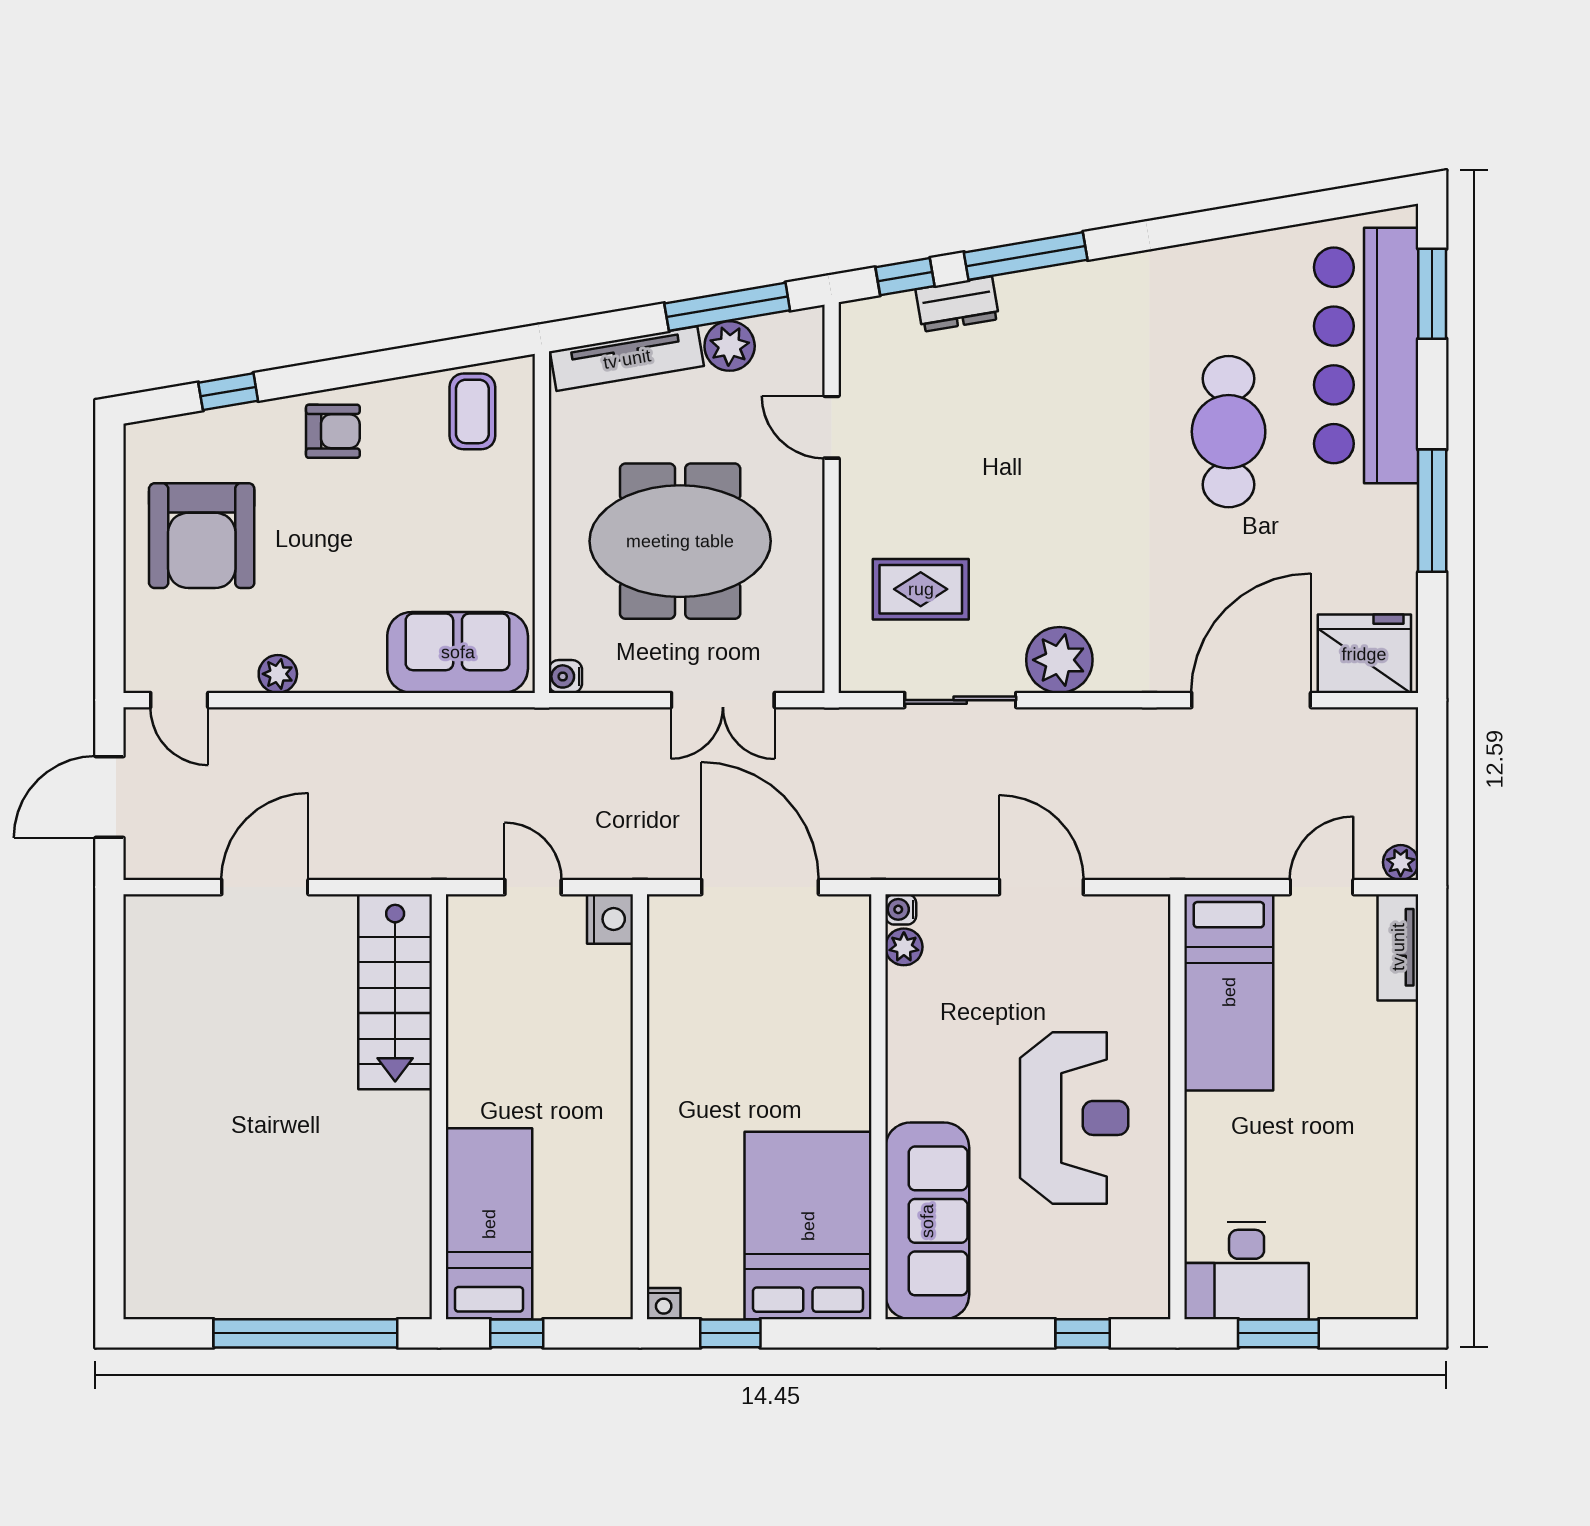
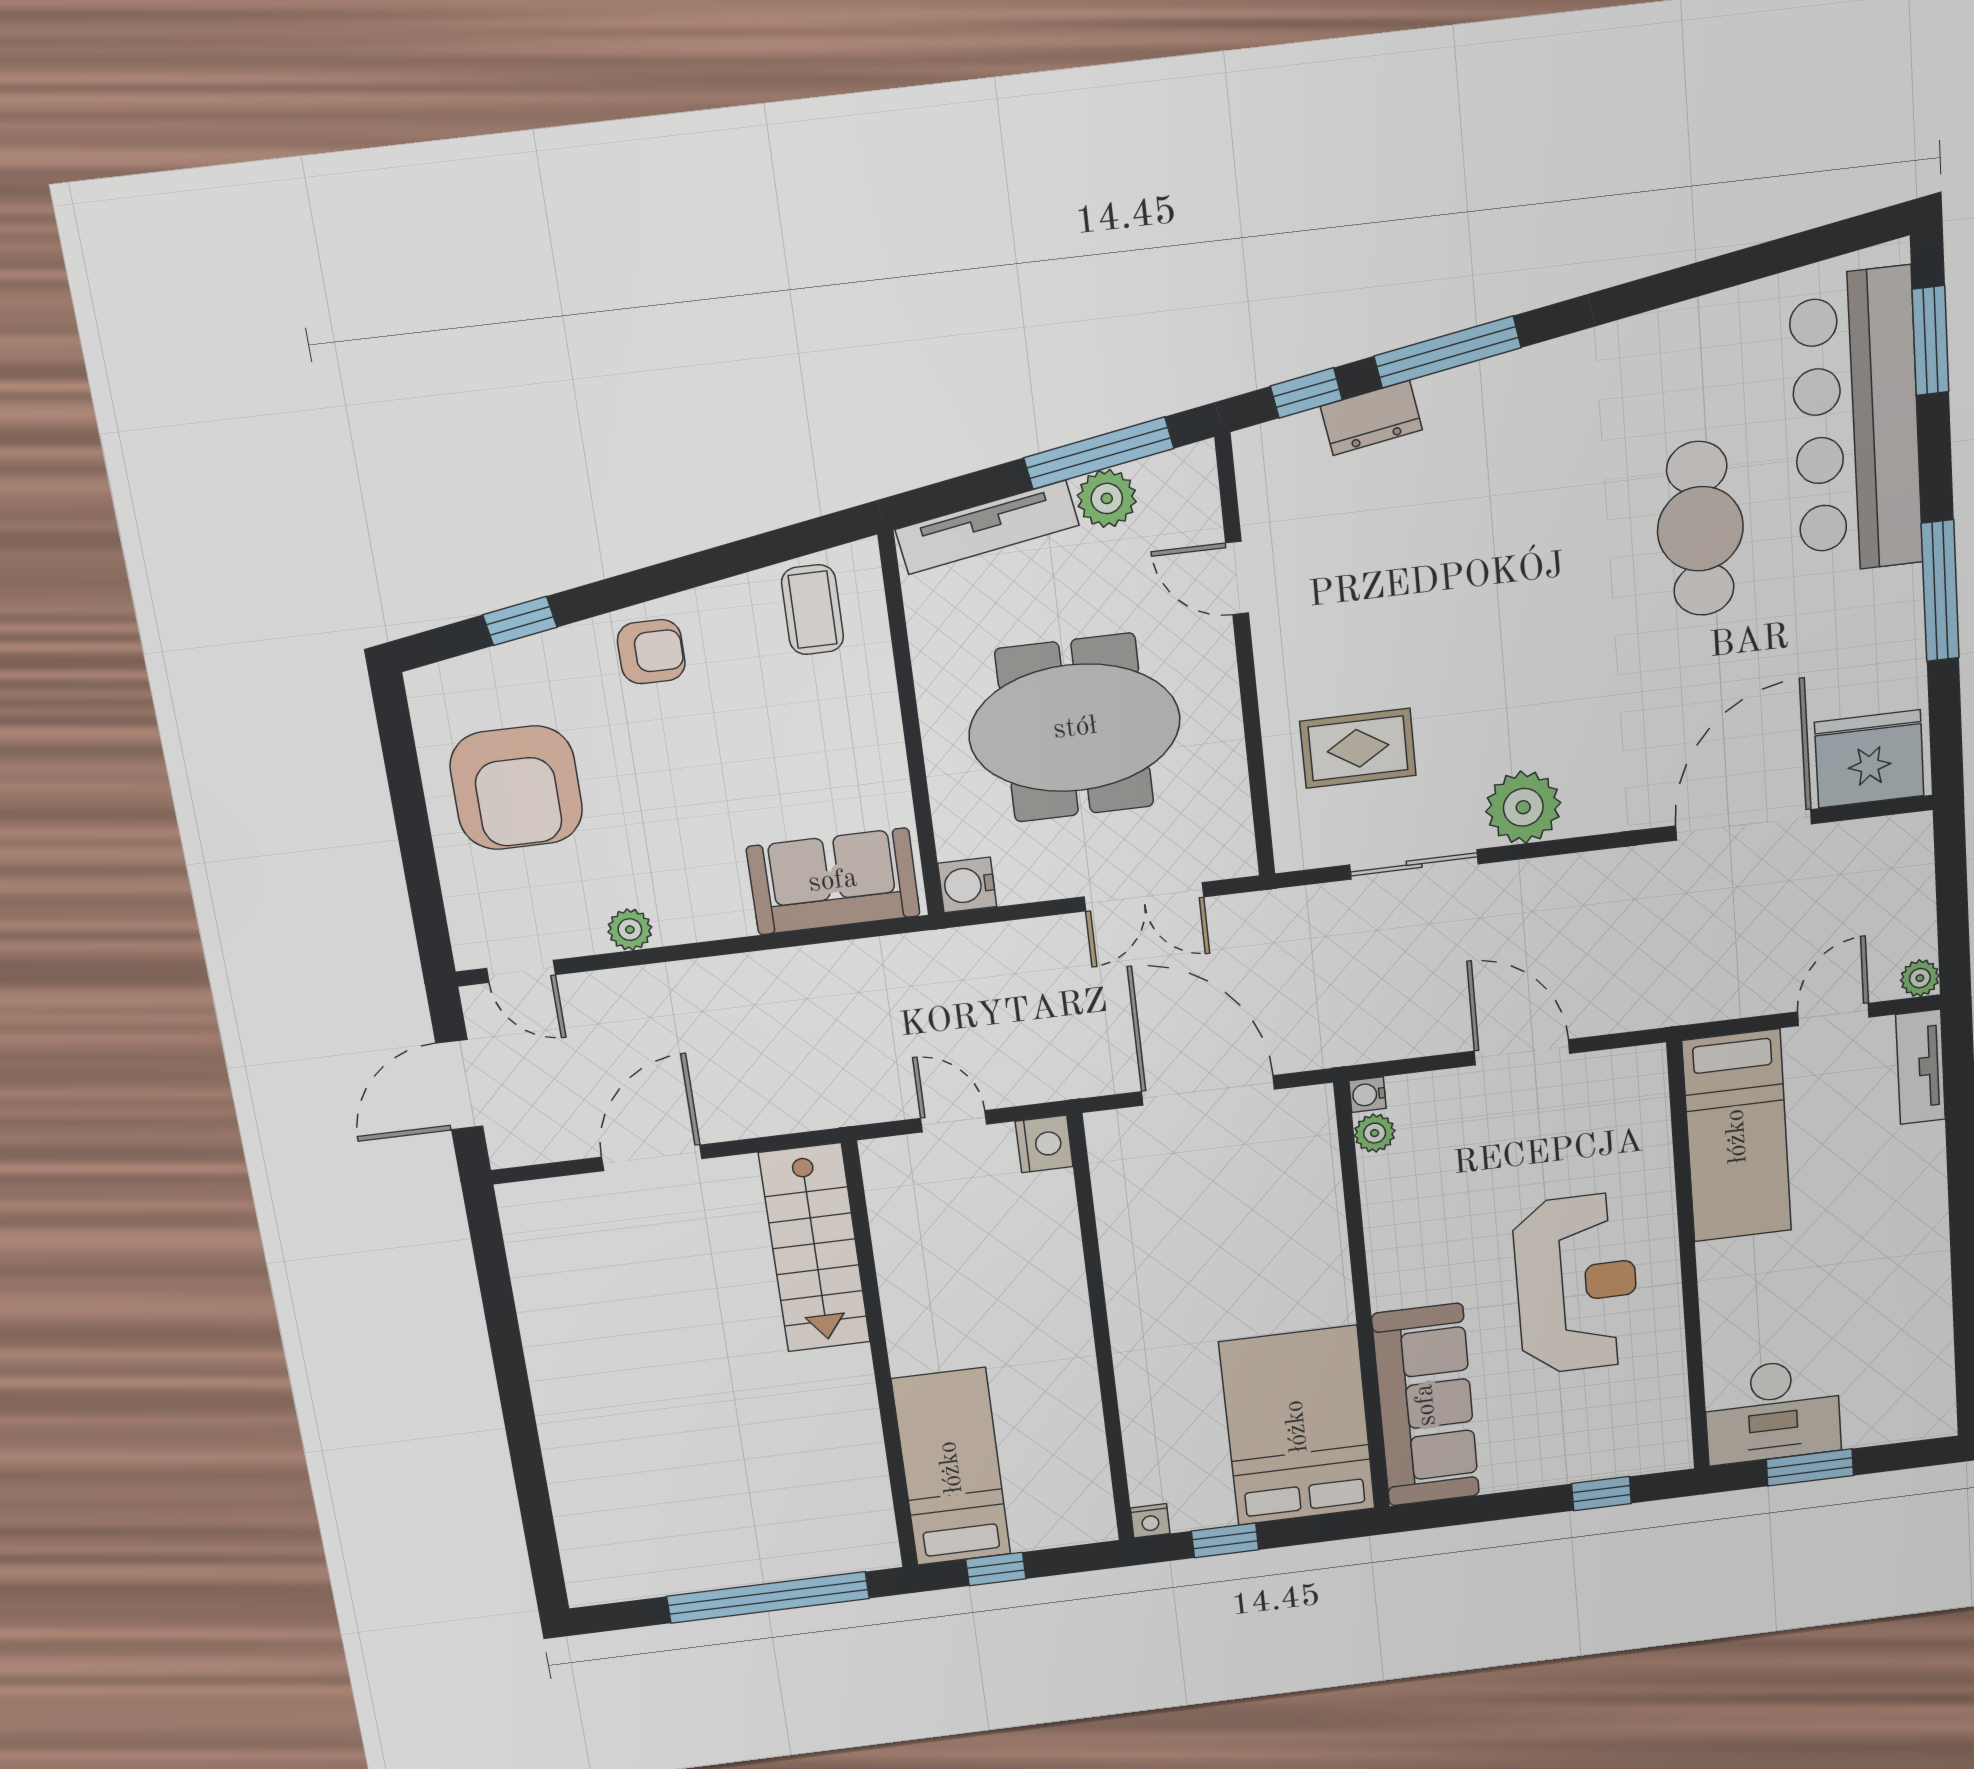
water cooler: (565, 676) -> (967, 885), width x1.38, depth x1.38

